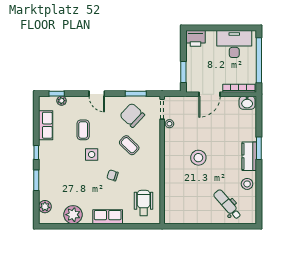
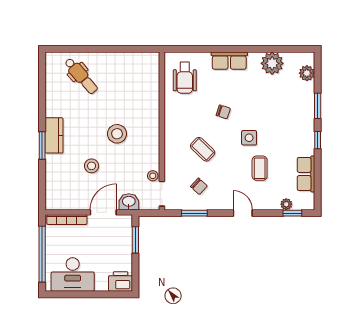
washbasin: (247, 103) -> (129, 202), moved
chair: (132, 115) -> (199, 186), width x0.54, depth x0.54
stool: (247, 184) -> (92, 166), moved

